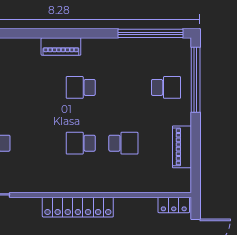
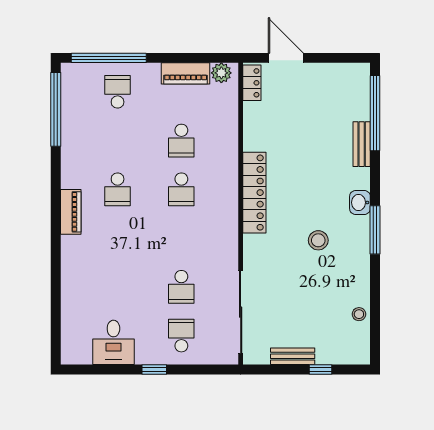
school desk: (123, 143) -> (181, 141), turned 180
plant: (182, 178) -> (221, 73), added

